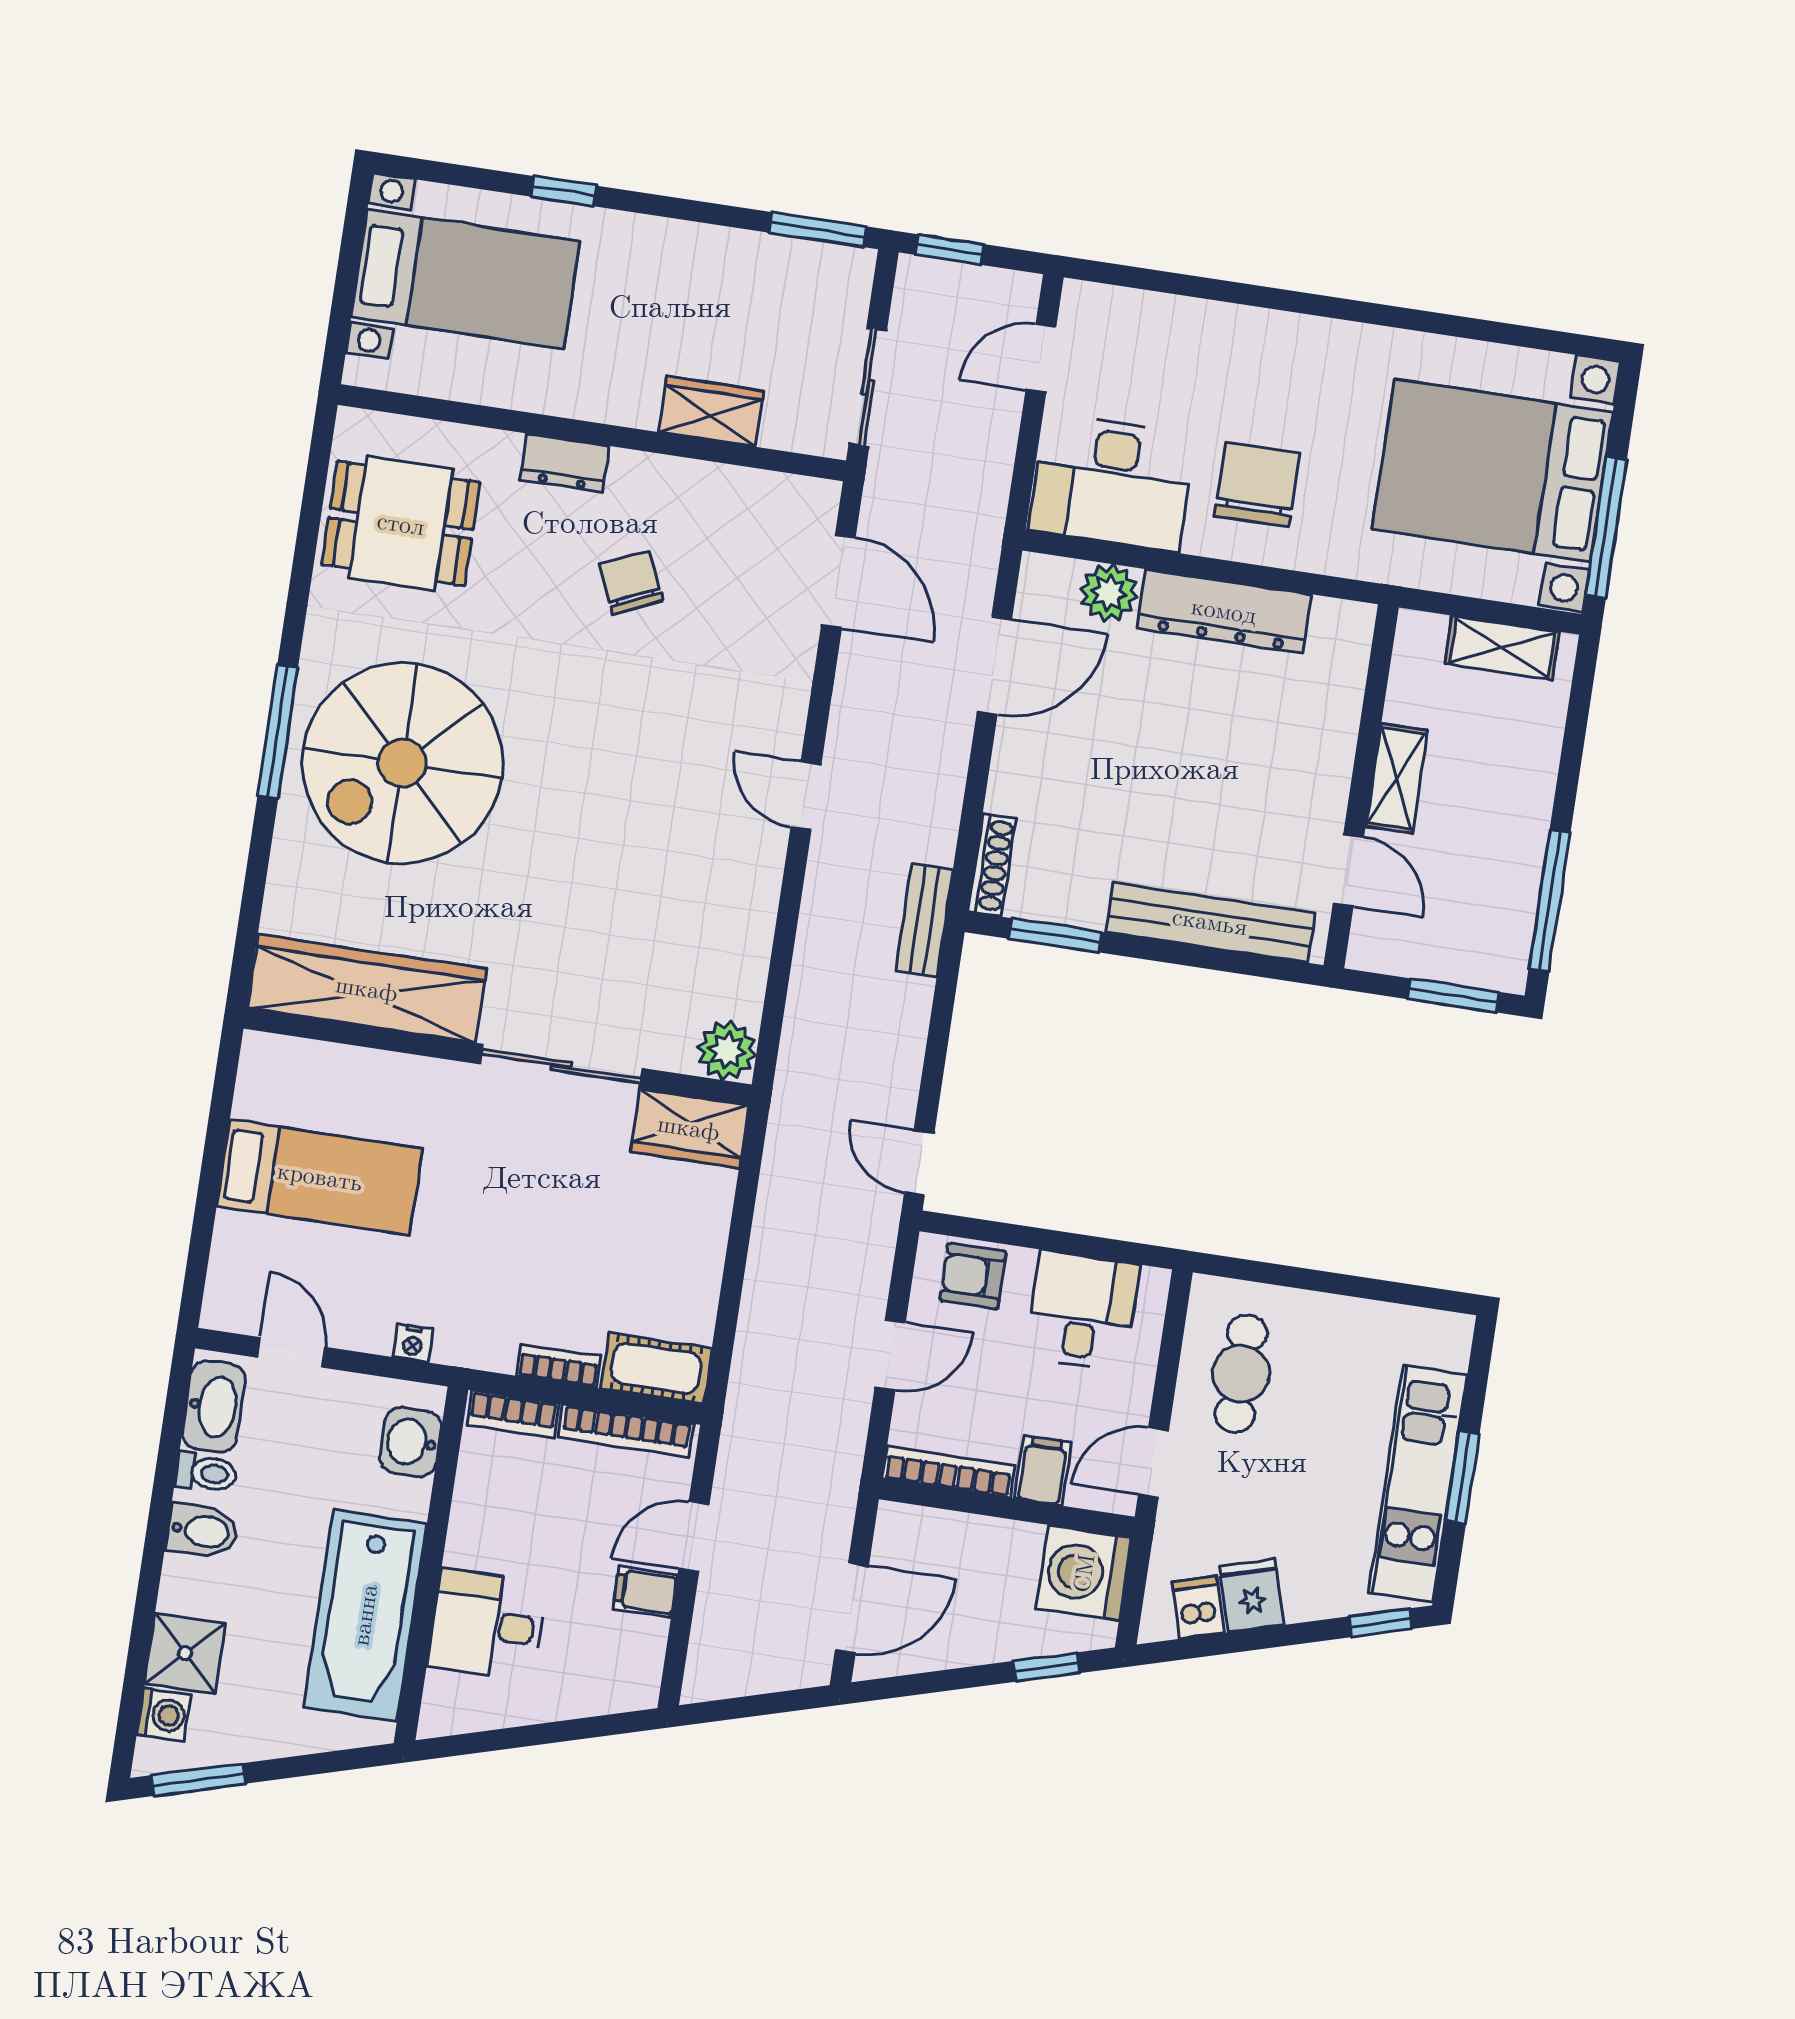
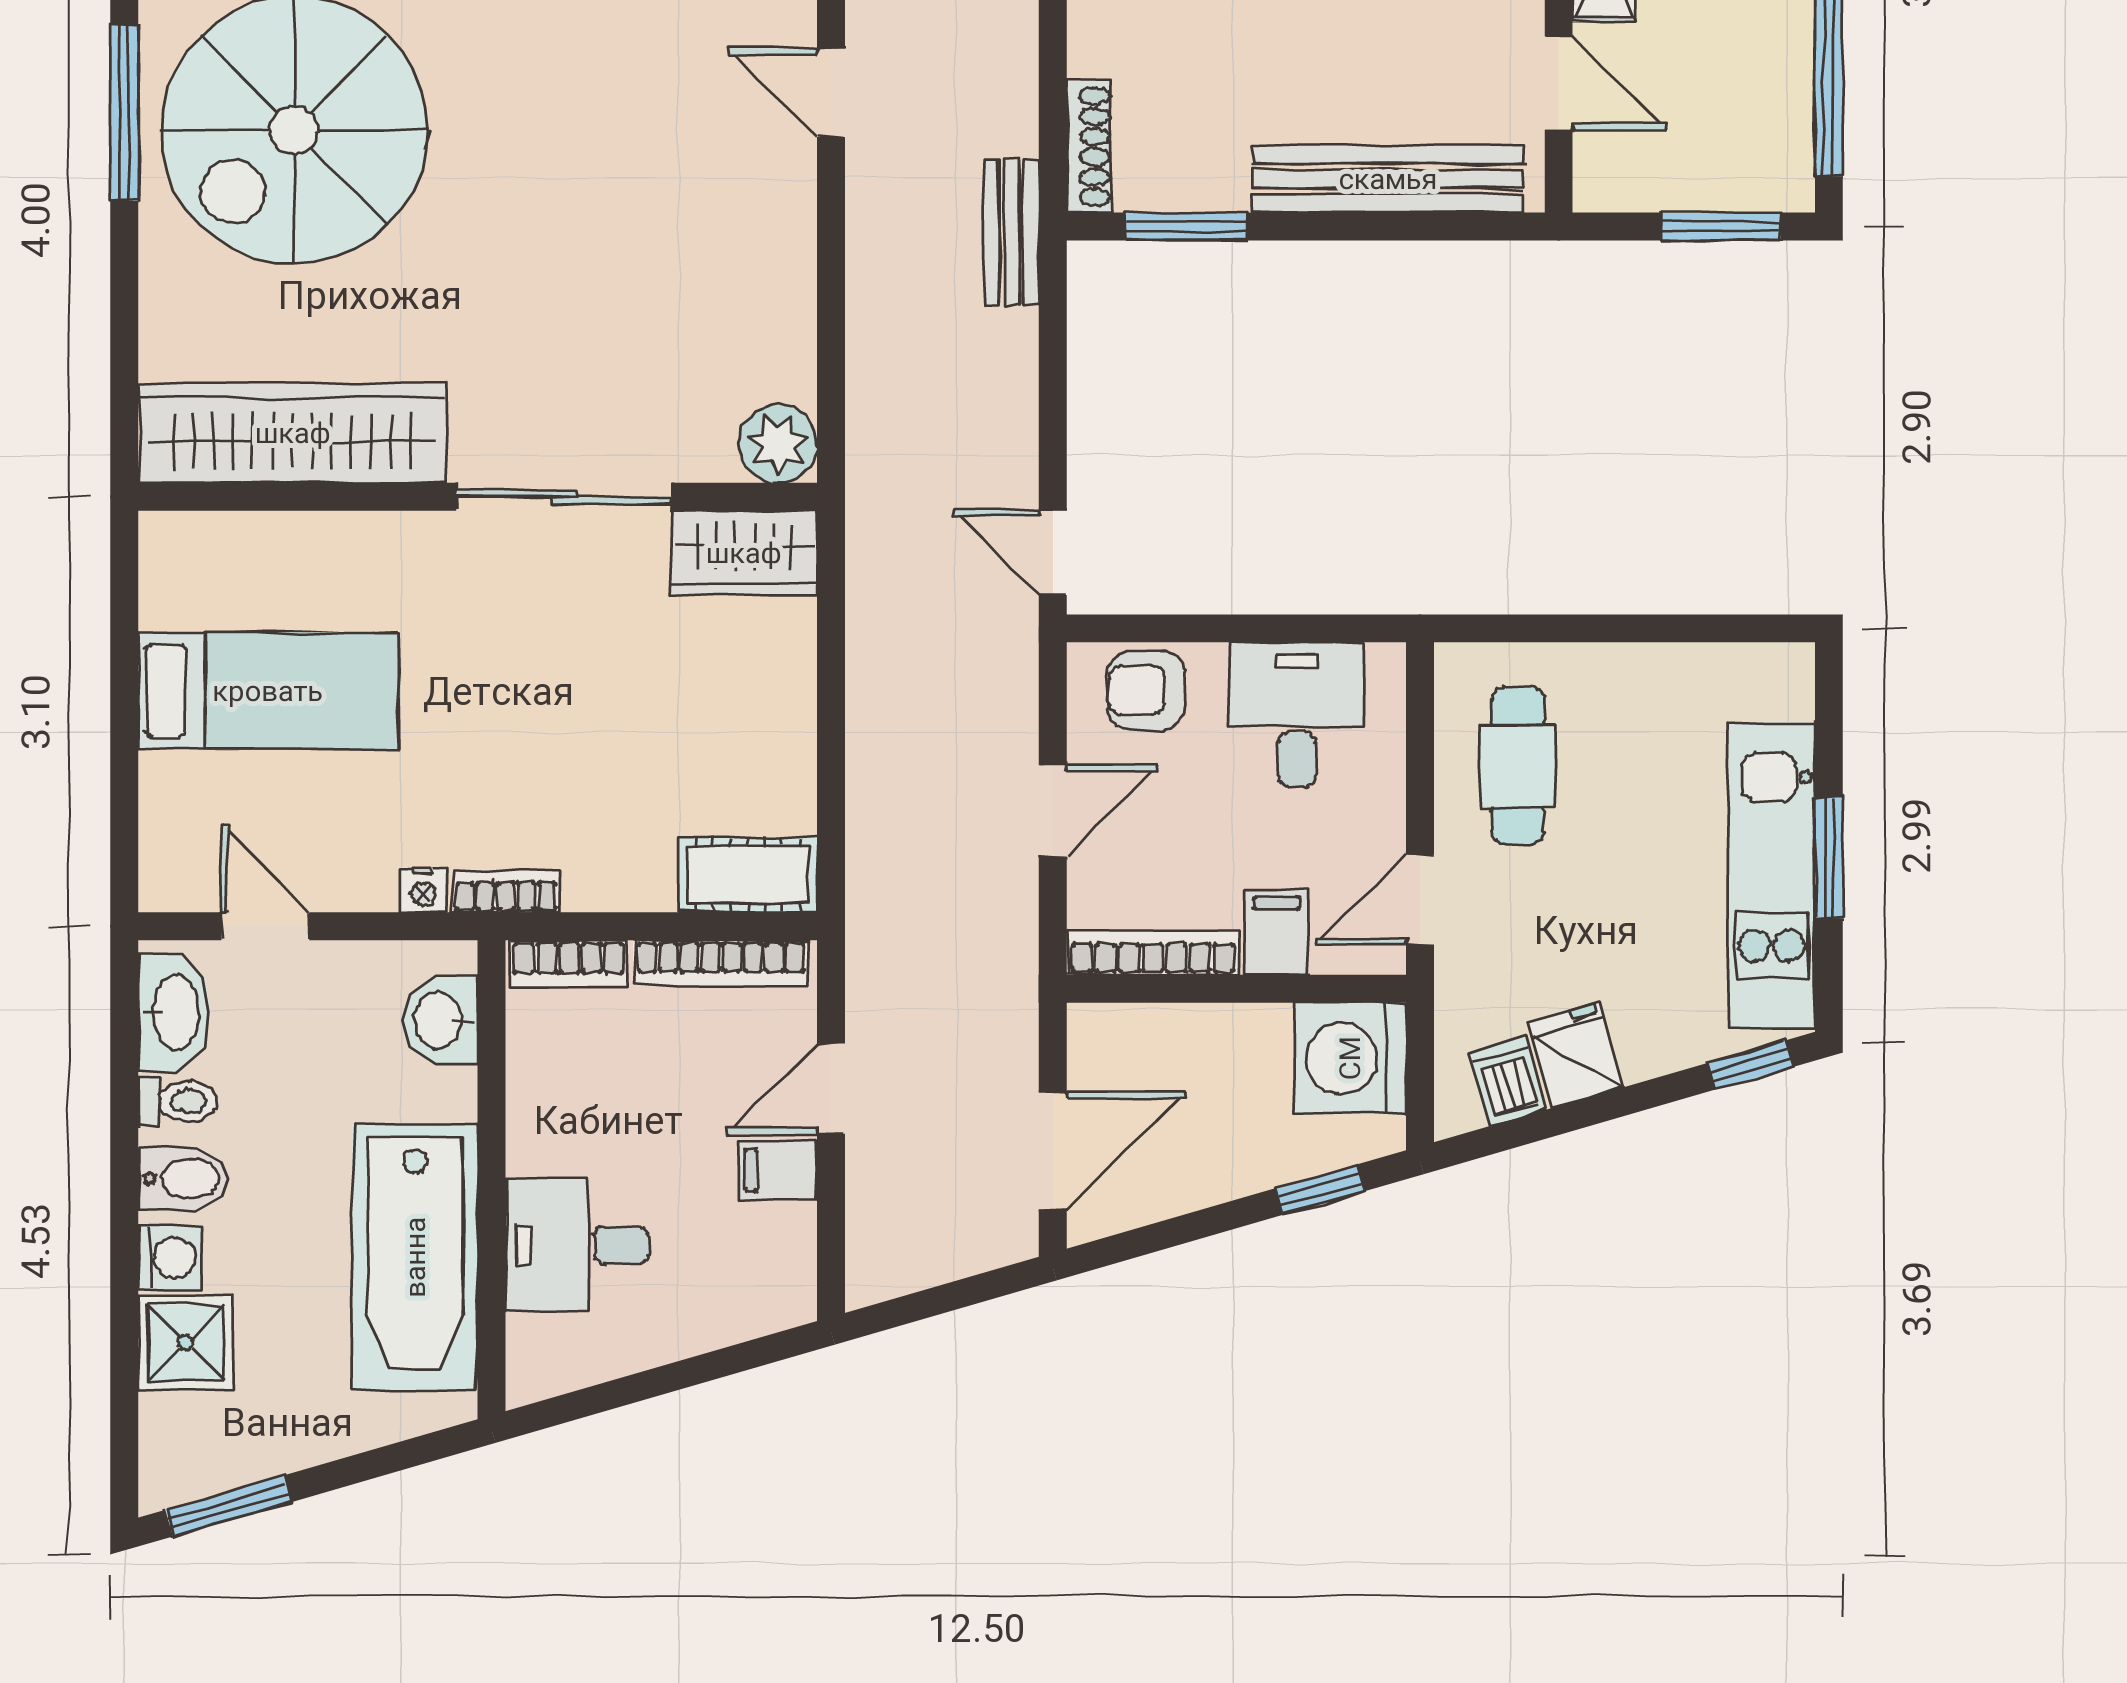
bookcase: (559, 1366) -> (506, 891), moved
washing machine: (164, 1715) -> (170, 1258), moved

